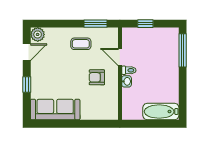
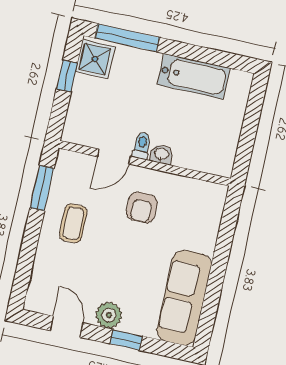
window: (145, 24) -> (67, 76), moved
plant: (38, 34) -> (109, 315), moved
shower: (168, 36) -> (95, 59), added
bathtub: (161, 112) -> (194, 76), moved, turned -90

